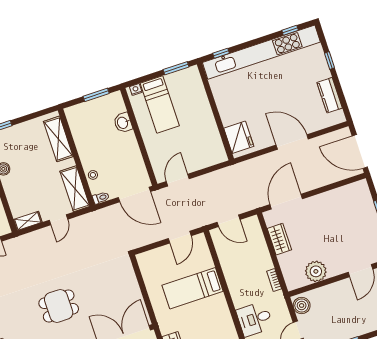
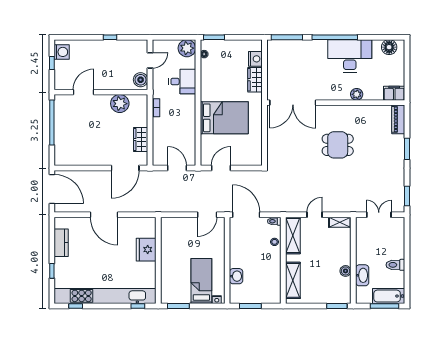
fridge: (239, 137) -> (146, 250), moved
bed: (193, 288) -> (224, 118), width x1.50

